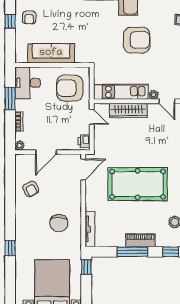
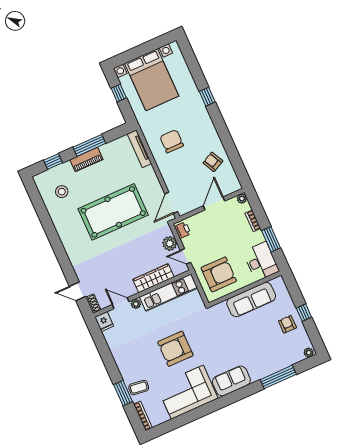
plant: (101, 134) -> (170, 243), added
window: (86, 267) -> (119, 93), moved

